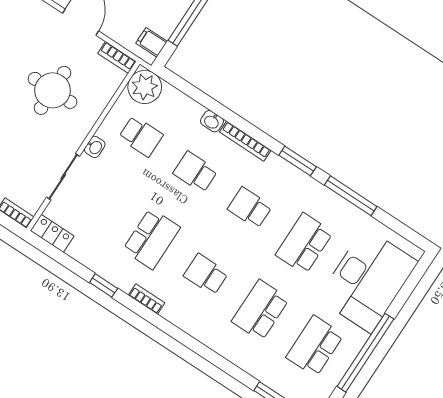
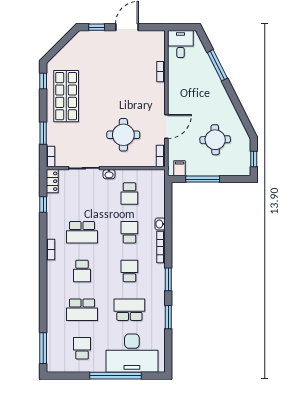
plant: (145, 87) -> (155, 179), removed
window: (351, 196) -> (168, 317), width x0.69
school desk: (206, 274) -> (82, 271), turned 180
window: (104, 285) -> (43, 204), moved
school desk: (260, 310) -> (82, 310), turned 180
school desk: (315, 346) -> (82, 348), width x0.54
window: (365, 353) -> (116, 376), moved

